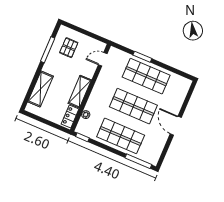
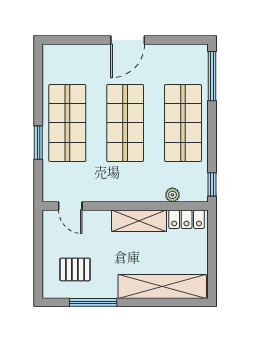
shelving: (41, 89) -> (162, 286), width x1.47

